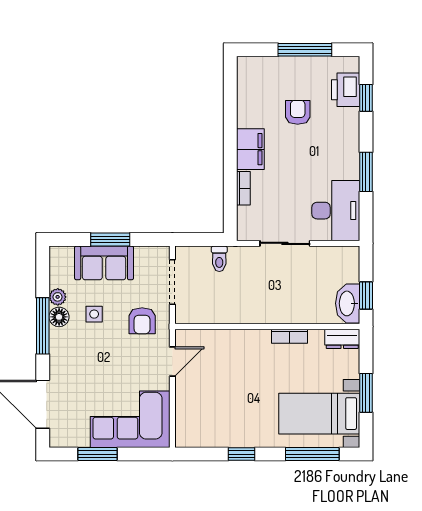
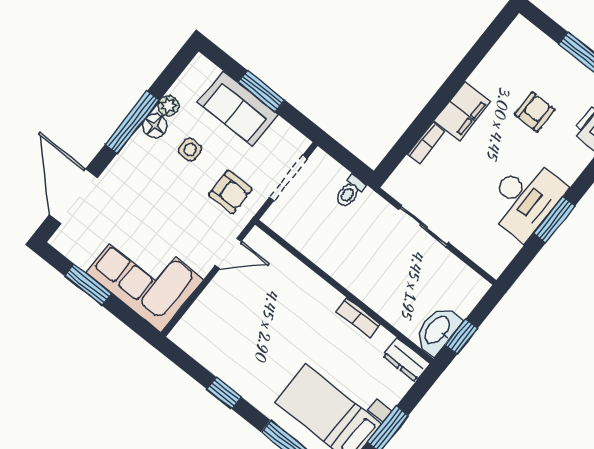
desk: (336, 211) -> (525, 198), moved
armchair: (142, 321) -> (230, 192), turned -90

